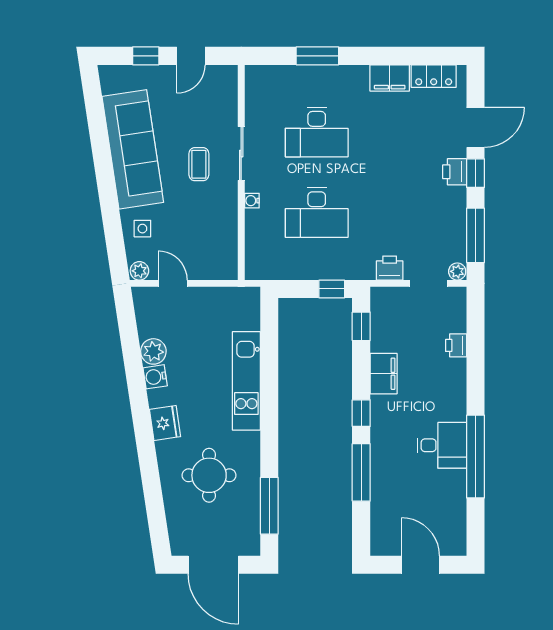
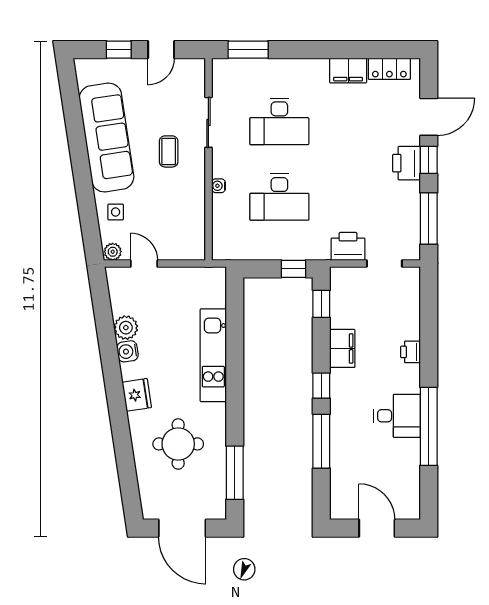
window: (317, 56) -> (248, 50), moved
sliding door: (241, 154) -> (208, 122), moved
printer: (455, 172) -> (406, 163), width x1.36, depth x1.24
printer: (390, 268) -> (348, 246), width x1.36, depth x1.24
plant: (457, 271) -> (411, 252), removed
printer: (456, 345) -> (410, 352), moved

